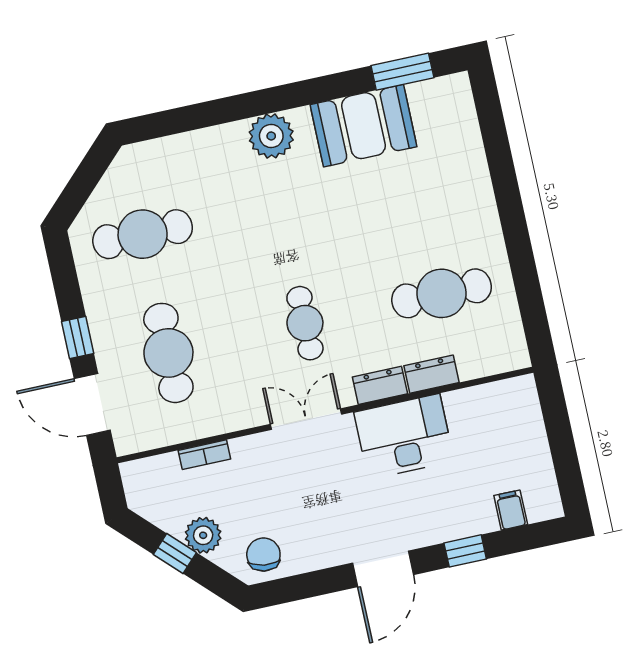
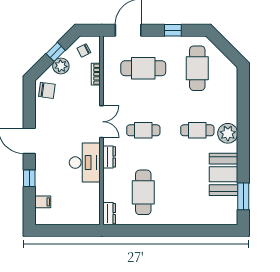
cafe table: (279, 204) -> (197, 130), added
window: (78, 337) -> (173, 30), moved
dresser: (432, 374) -> (109, 214), moved
chair: (158, 492) -> (84, 50), added

